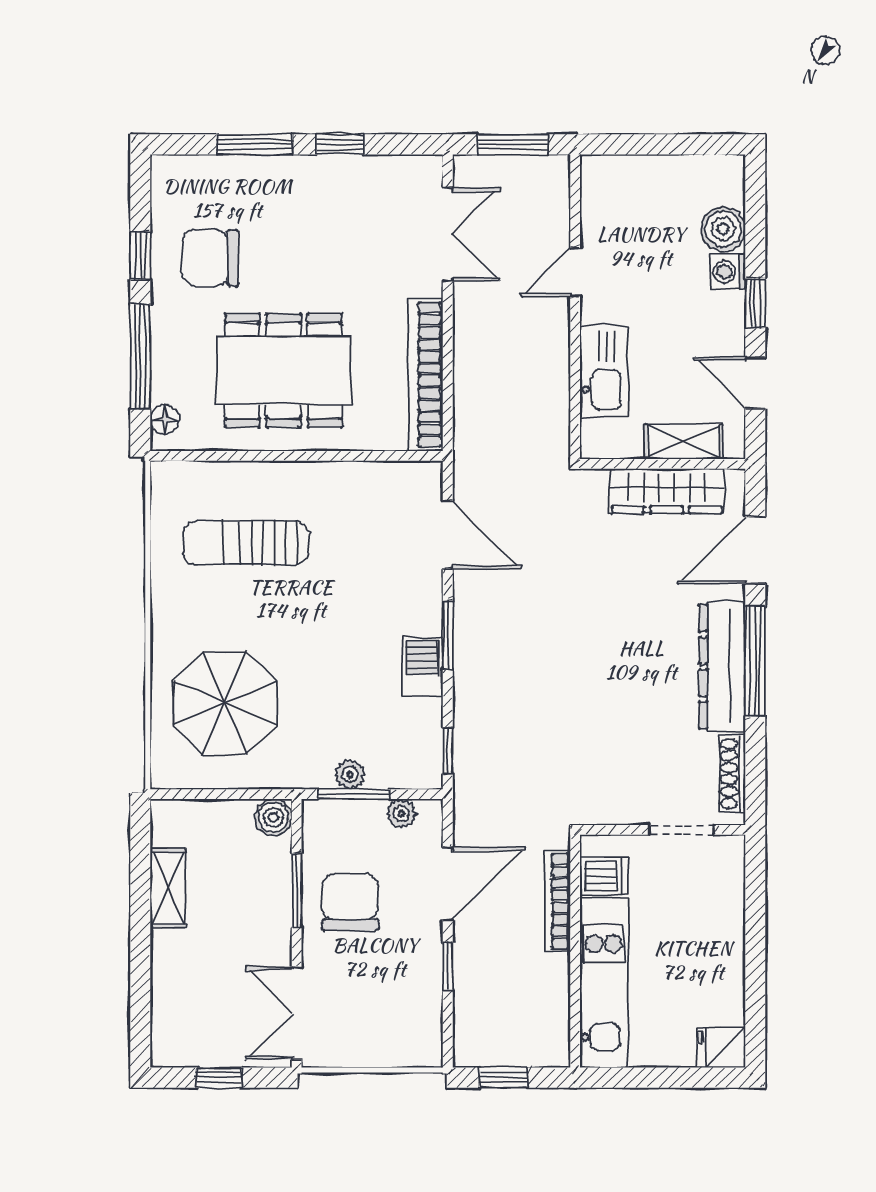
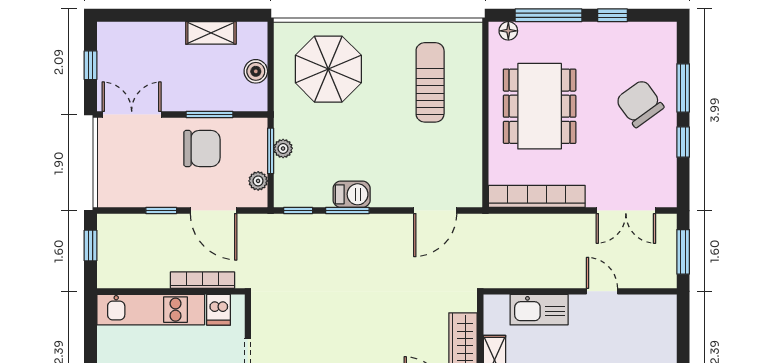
chair: (211, 258) -> (640, 103), moved, turned -36
window: (448, 635) -> (347, 211), moved
boiler: (273, 817) -> (256, 71), moved

